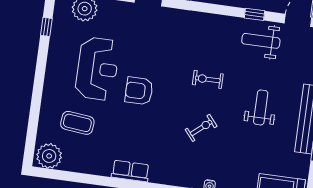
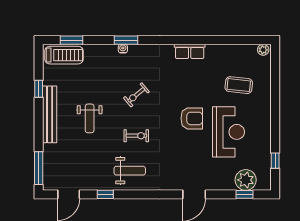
weight bench: (261, 41) -> (130, 171), moved
reception desk: (97, 69) -> (228, 132), turned 180
plant: (49, 156) -> (263, 50), width x0.53, depth x0.53

